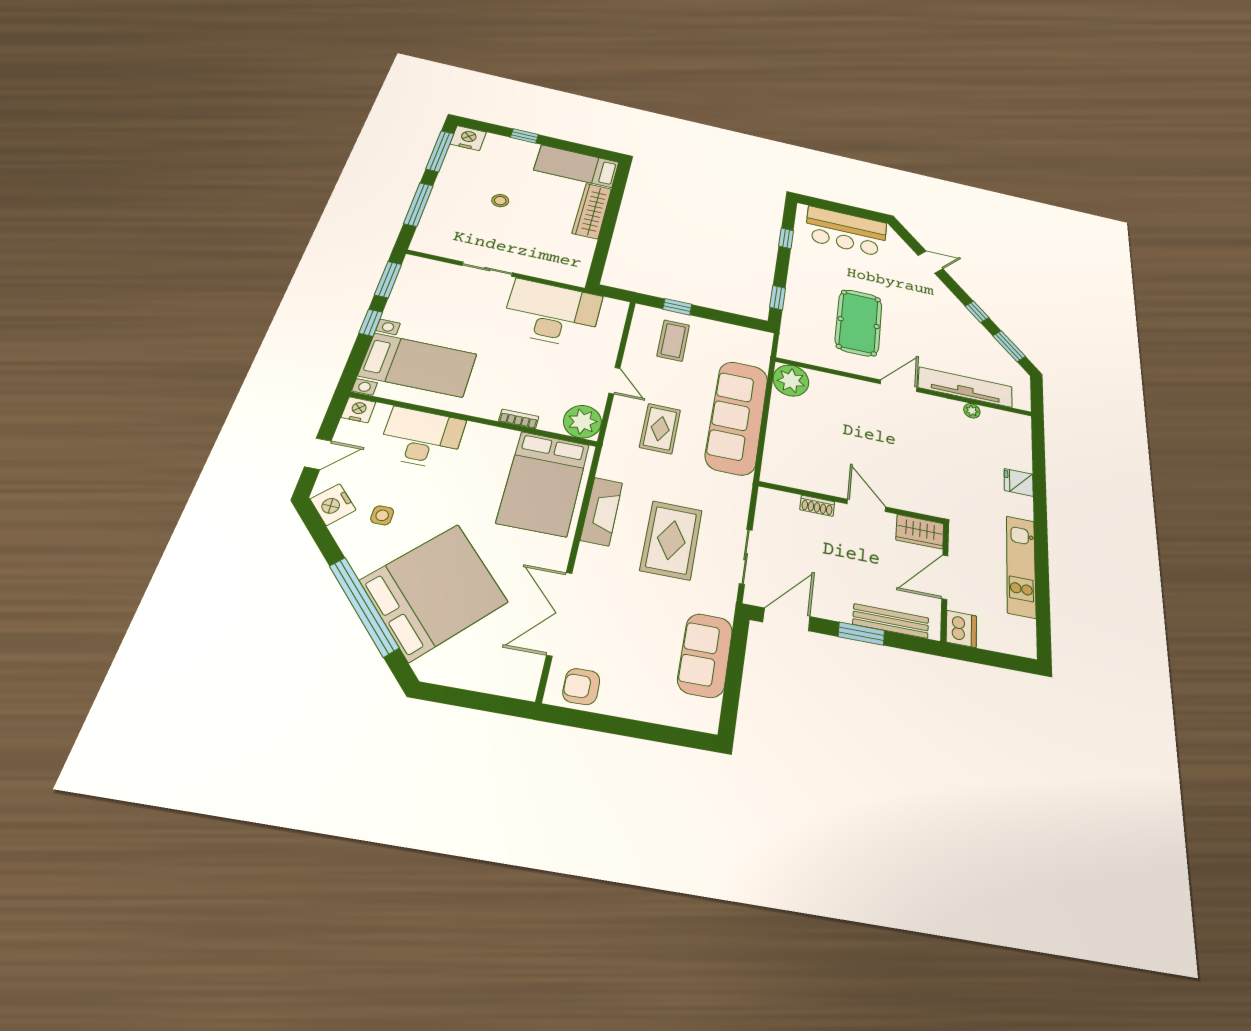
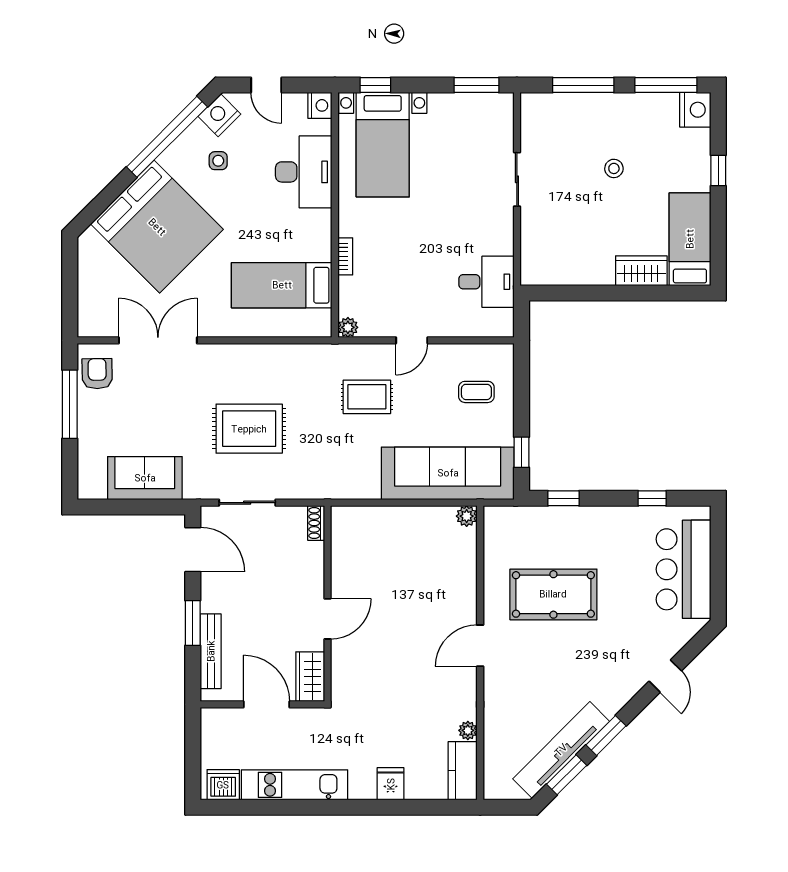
wardrobe: (592, 211) -> (641, 271), width x0.67
window: (677, 307) -> (521, 452), moved
window: (977, 312) -> (606, 735), width x1.50
desk: (552, 313) -> (486, 282), width x0.53, depth x0.77
window: (371, 323) -> (375, 85), moved
coffee table: (673, 341) -> (476, 392), width x0.73, depth x0.77
plant: (791, 380) -> (467, 516), width x0.53, depth x0.53
door: (899, 386) -> (480, 646), swing flipped
tv unit: (965, 387) -> (561, 750), moved, turned -135
sofa: (737, 417) -> (448, 473), moved
plant: (582, 422) -> (348, 327), width x0.53, depth x0.53
kitchen counter: (1007, 422) -> (463, 771), added
bed: (544, 483) -> (282, 285), width x0.67
shoe rack: (817, 506) -> (316, 523), moved
fireplace: (602, 511) -> (265, 357), removed
window: (364, 607) -> (167, 137), moved
dishwasher: (961, 629) -> (223, 785), moved, turned 180
window: (609, 724) -> (70, 404), added

